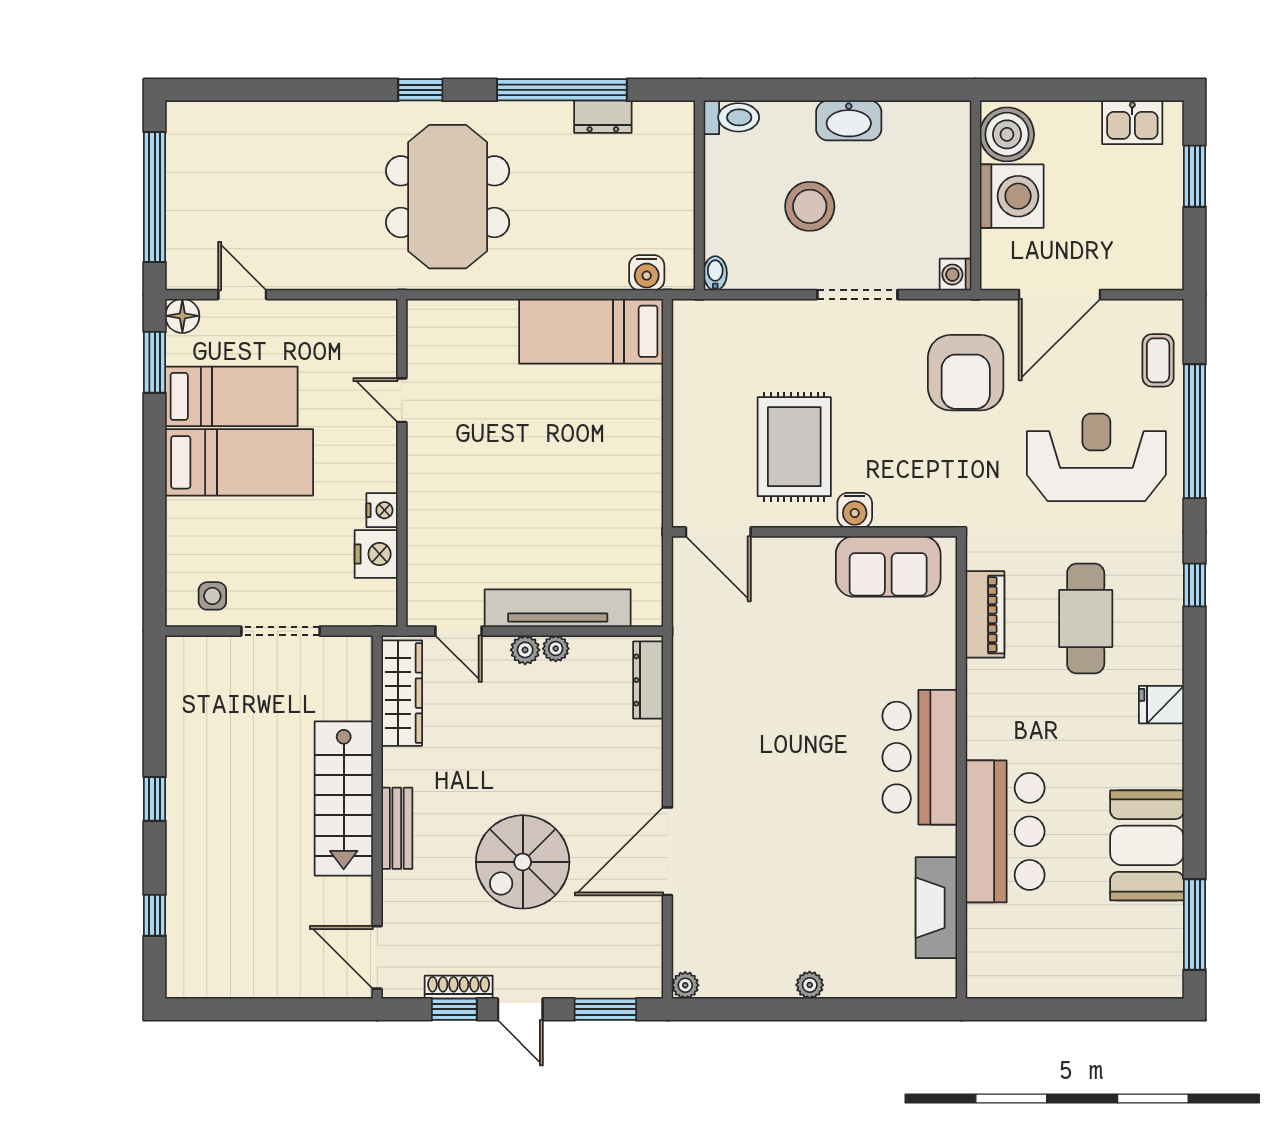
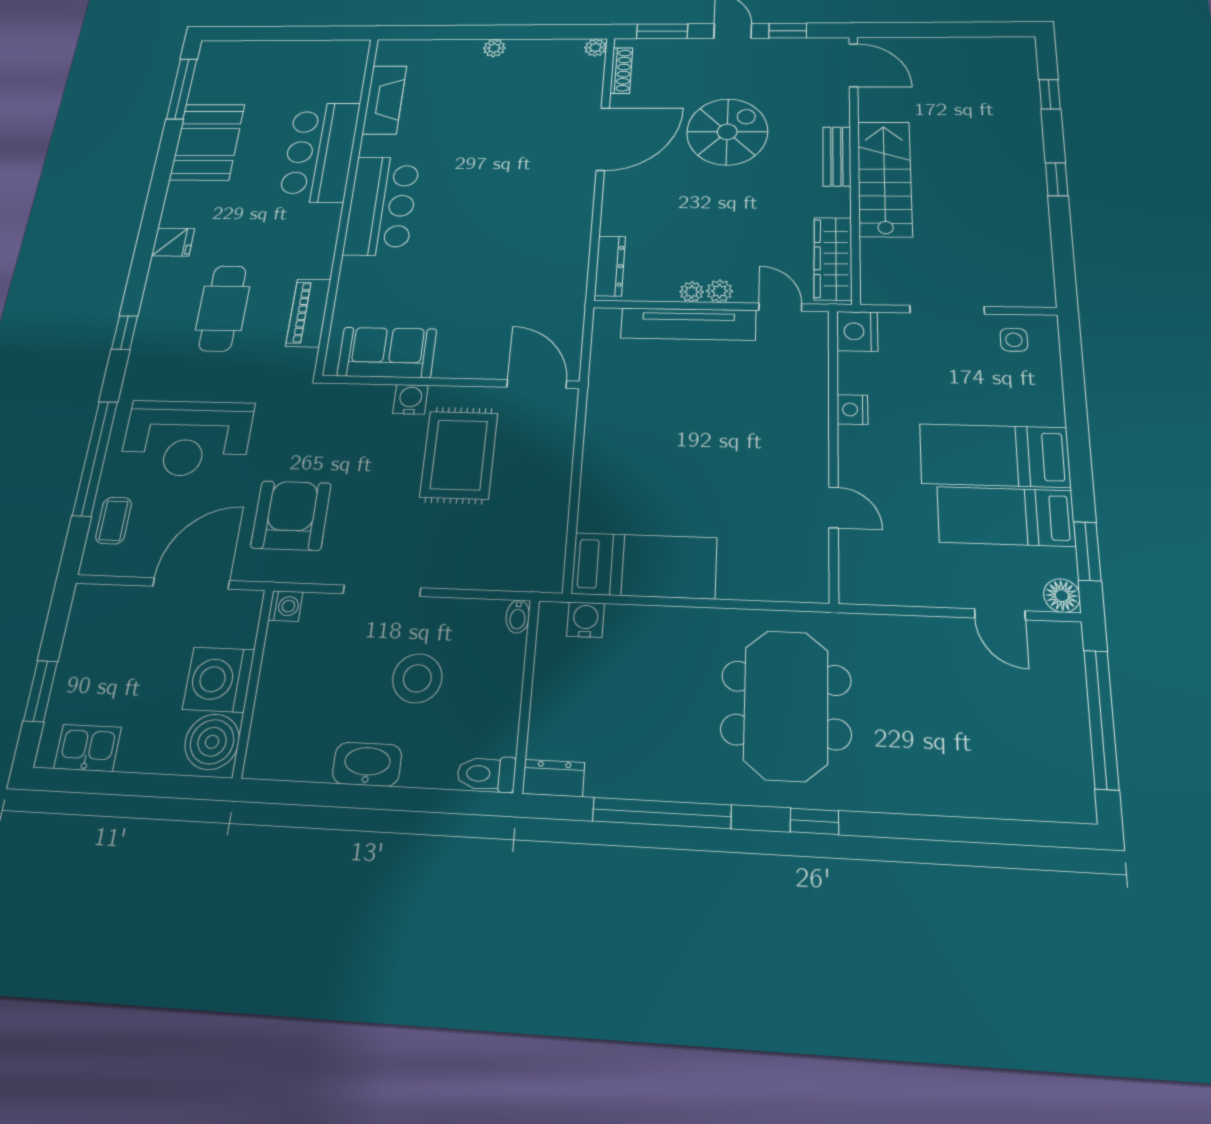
dresser: (603, 117) -> (554, 778), moved
nightstand: (376, 554) -> (857, 331), moved
shoe rack: (459, 987) -> (621, 71), moved, turned -90

